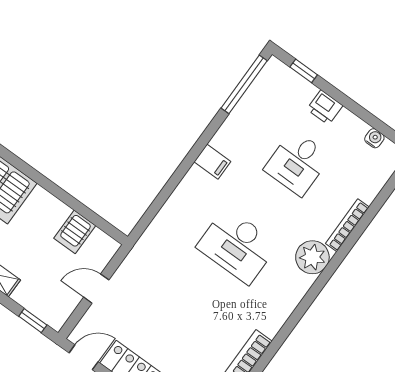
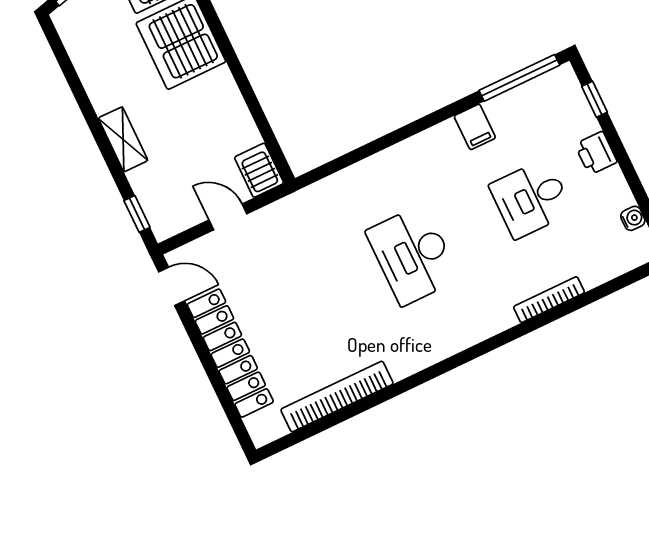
filing cabinet: (212, 162) -> (475, 127), moved
server rack: (75, 232) -> (259, 170), moved, turned 90
plant: (312, 257) -> (490, 314), removed

